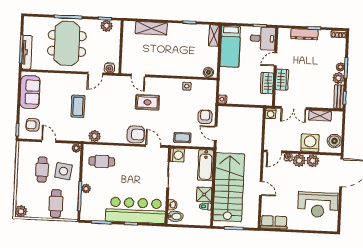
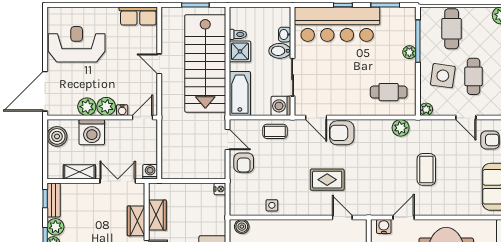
bidet: (175, 216) -> (280, 51), moved

